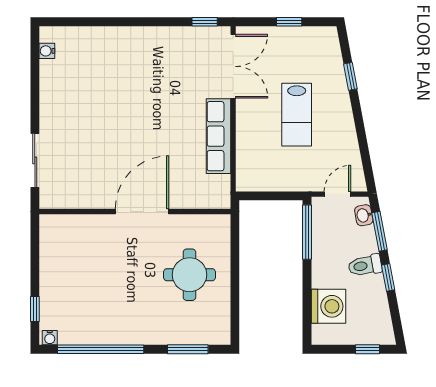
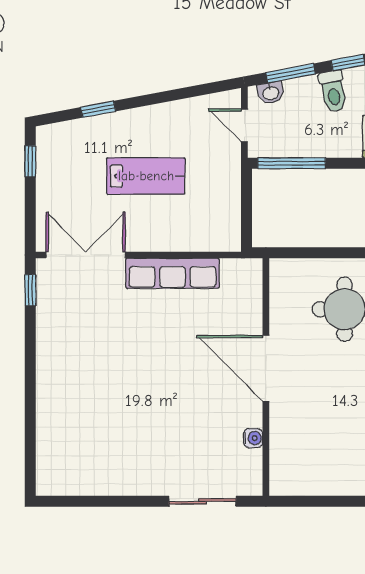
window: (289, 22) -> (30, 161), moved
water cooler: (47, 51) -> (253, 438), moved, turned -90

